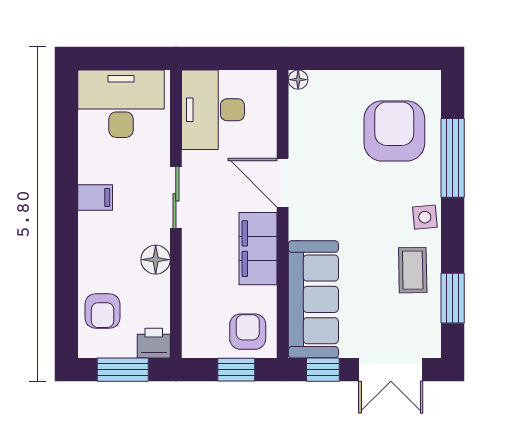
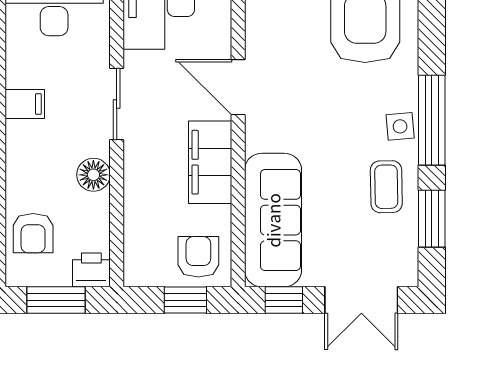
window: (453, 158) -> (432, 120), moved

